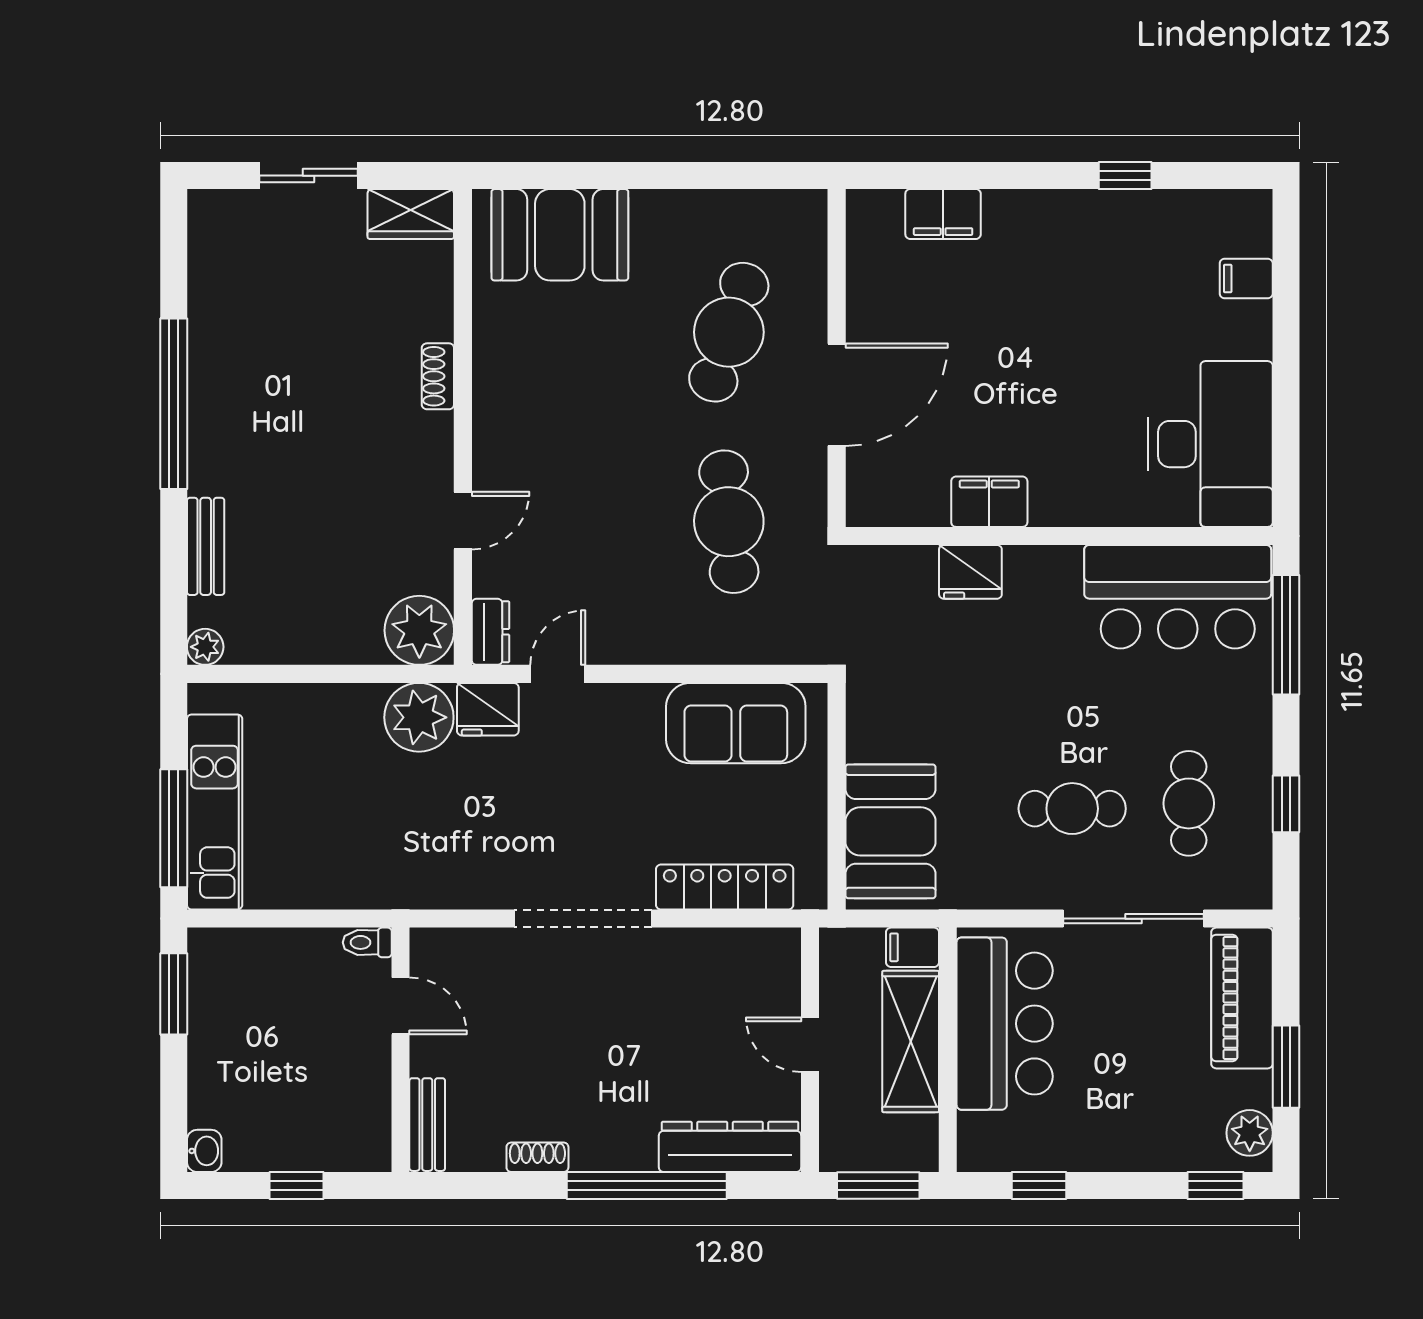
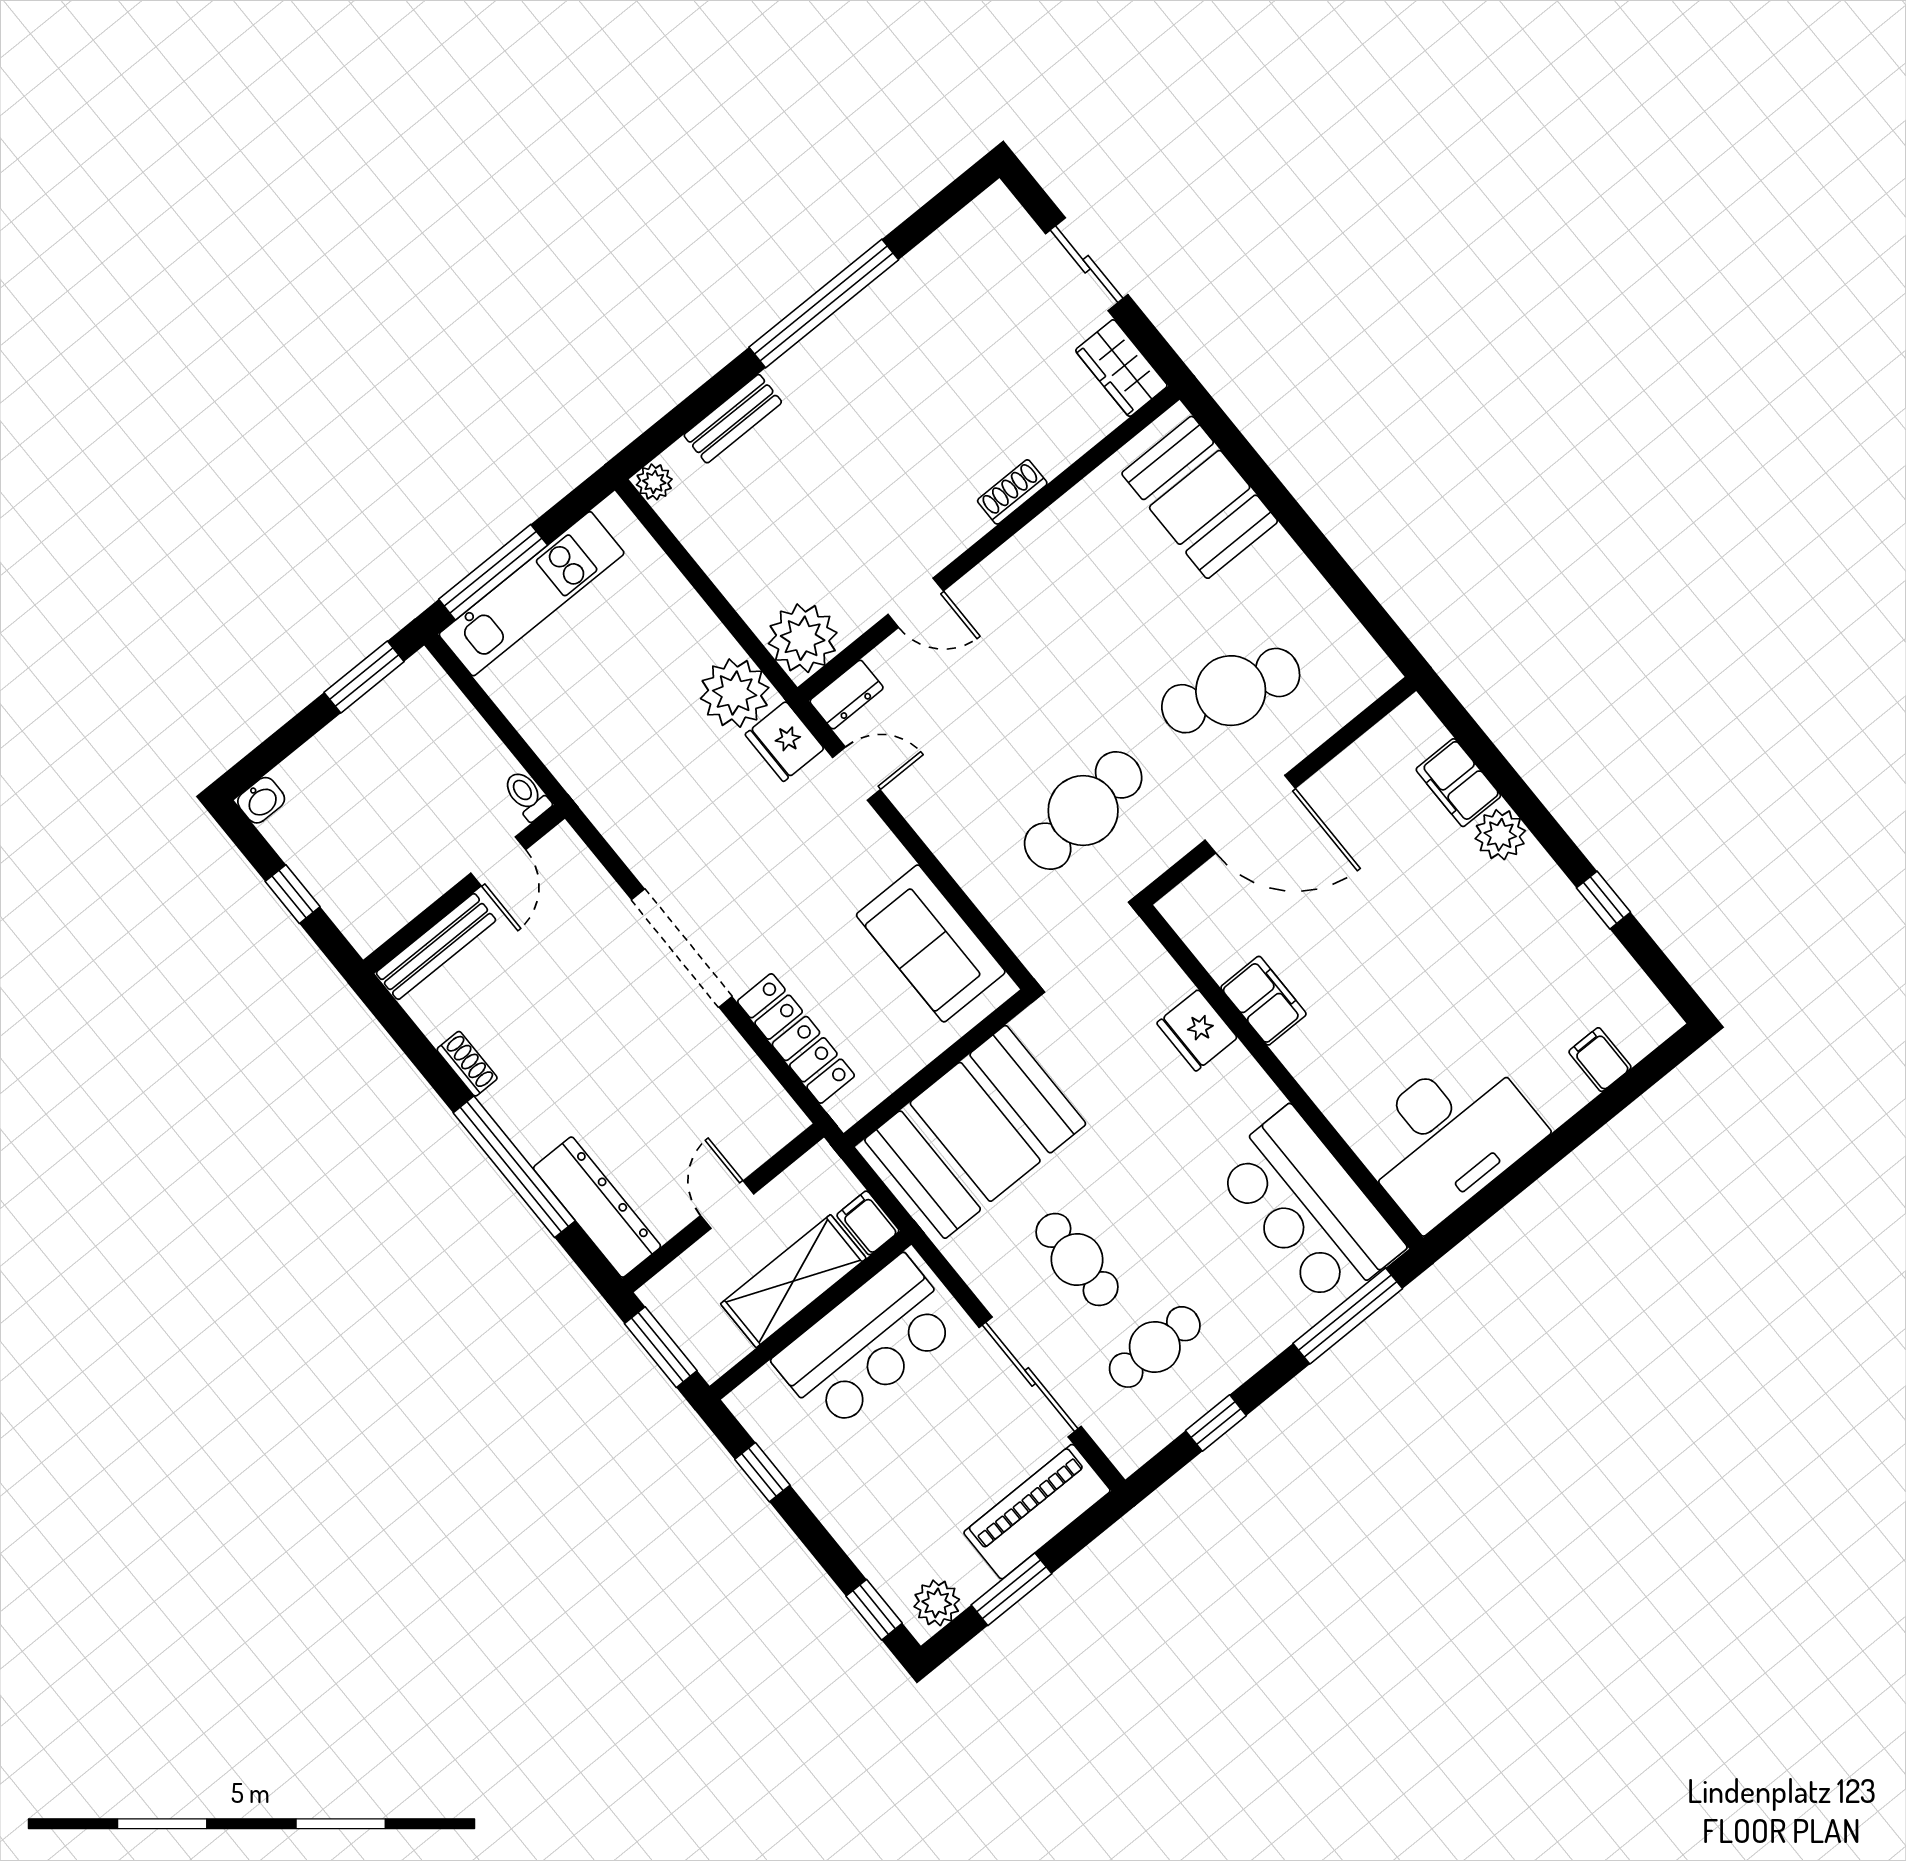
plant: (1010, 214) -> (1500, 835), added
booth: (890, 831) -> (975, 1132), width x1.36, depth x1.42
bench: (427, 1125) -> (436, 946), width x1.36

